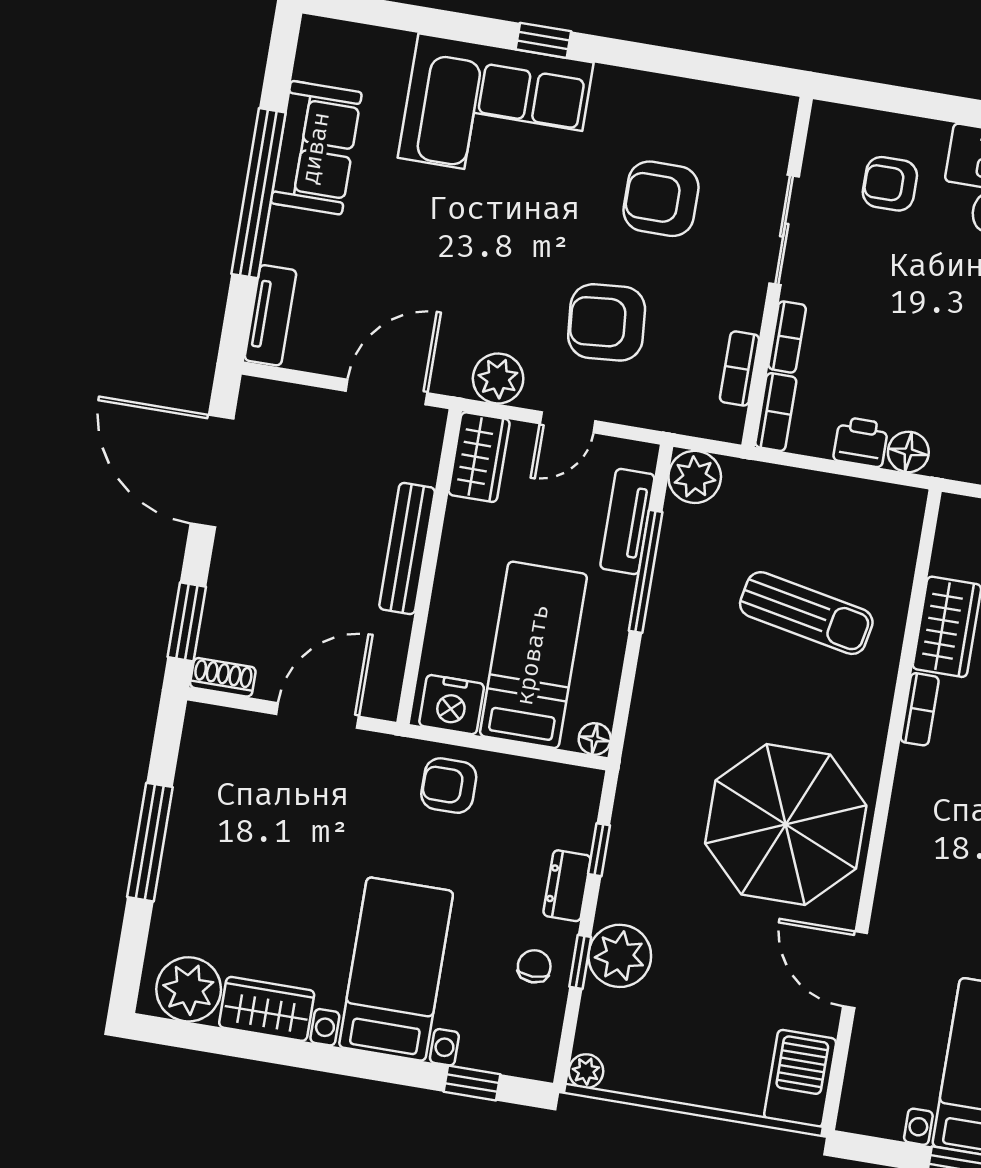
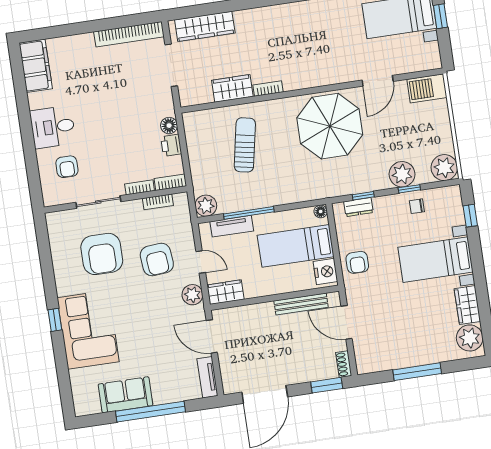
armchair: (661, 199) -> (102, 254), width x1.36, depth x1.36
tv unit: (270, 315) -> (207, 377), moved, turned -90
bench: (407, 548) -> (301, 304), moved
dresser: (567, 886) -> (358, 207), moved
plant: (586, 1071) -> (444, 168), width x1.88, depth x1.88

